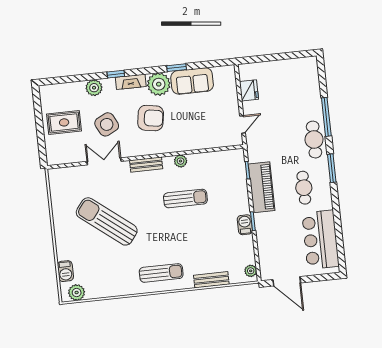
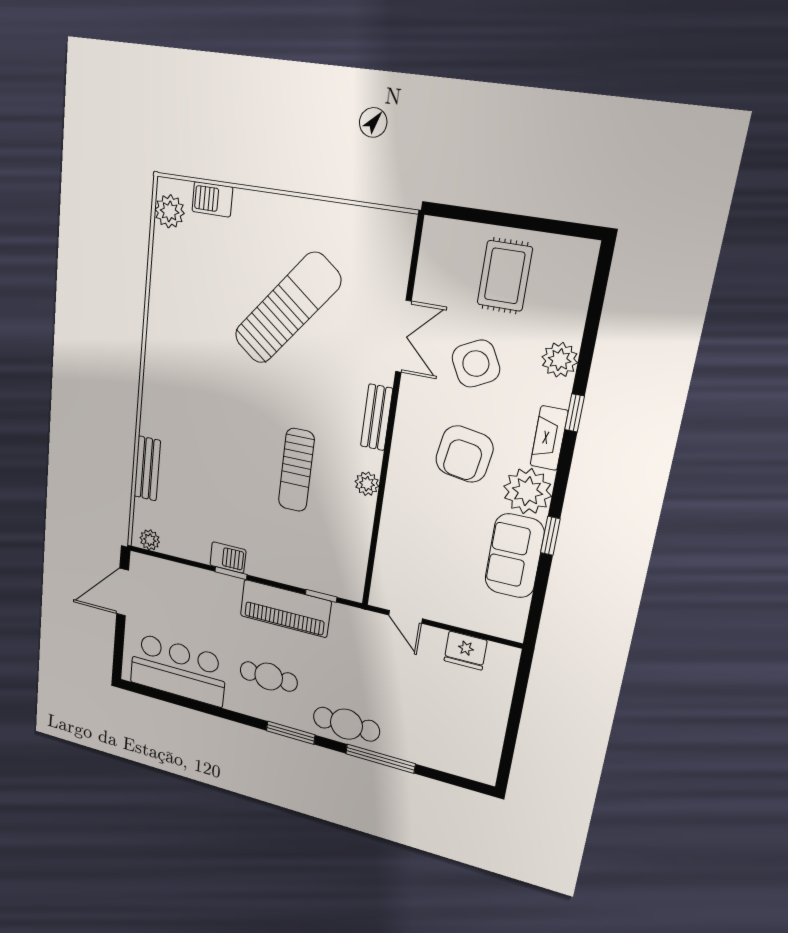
sun lounger: (161, 273) -> (175, 383), removed

